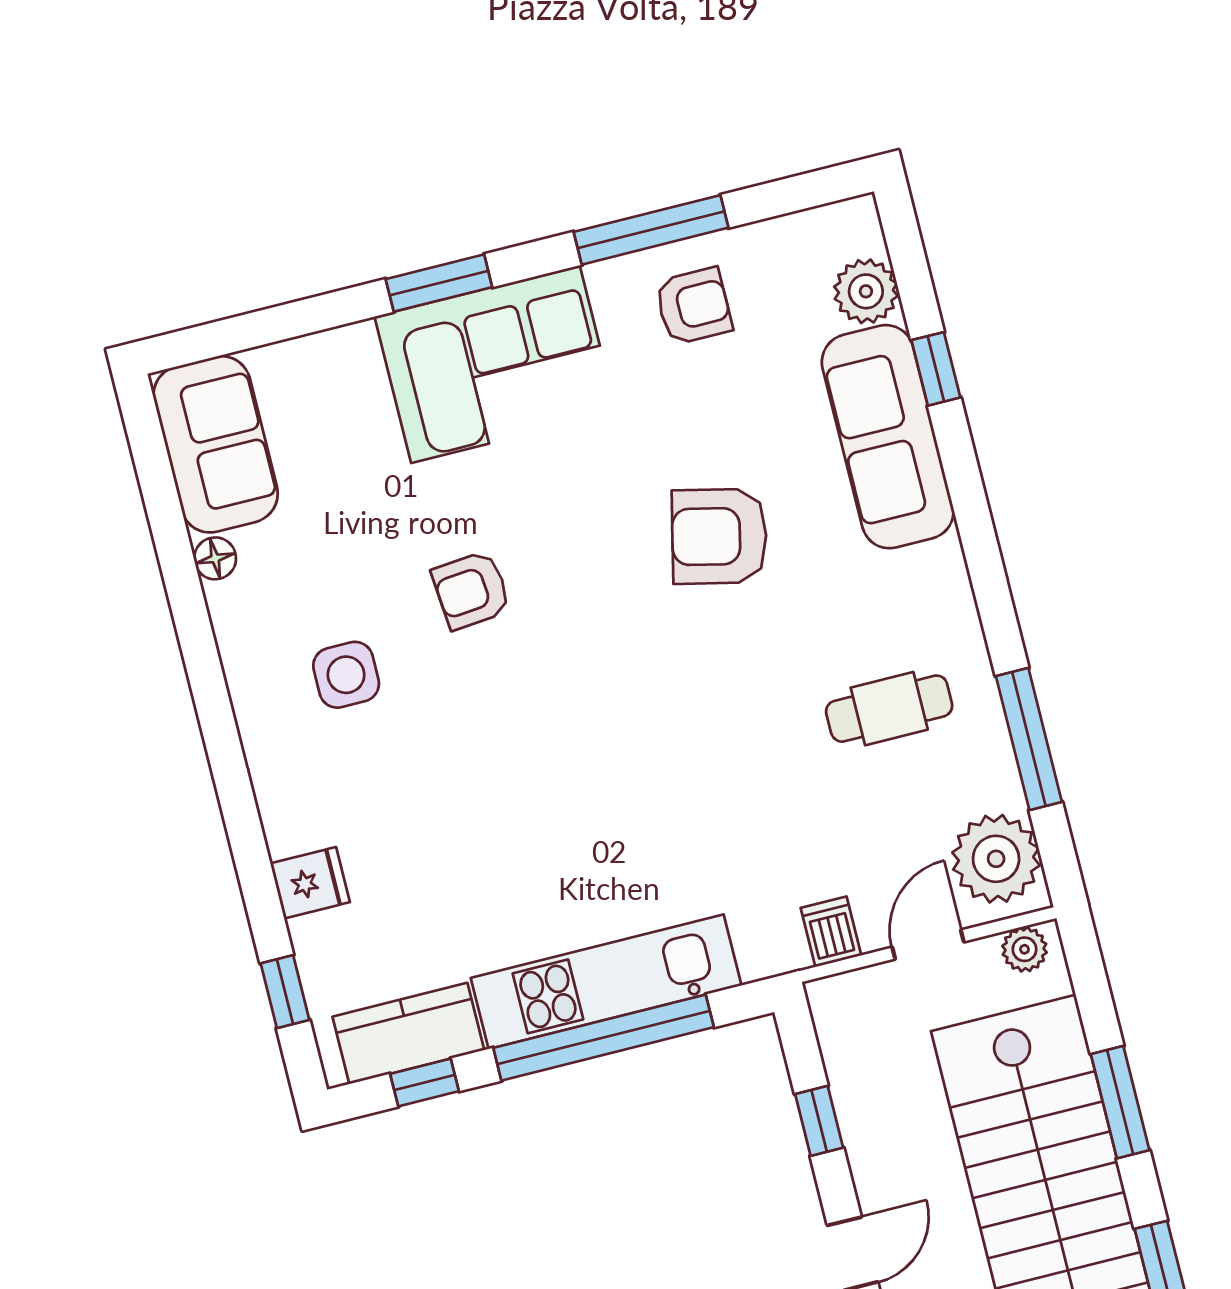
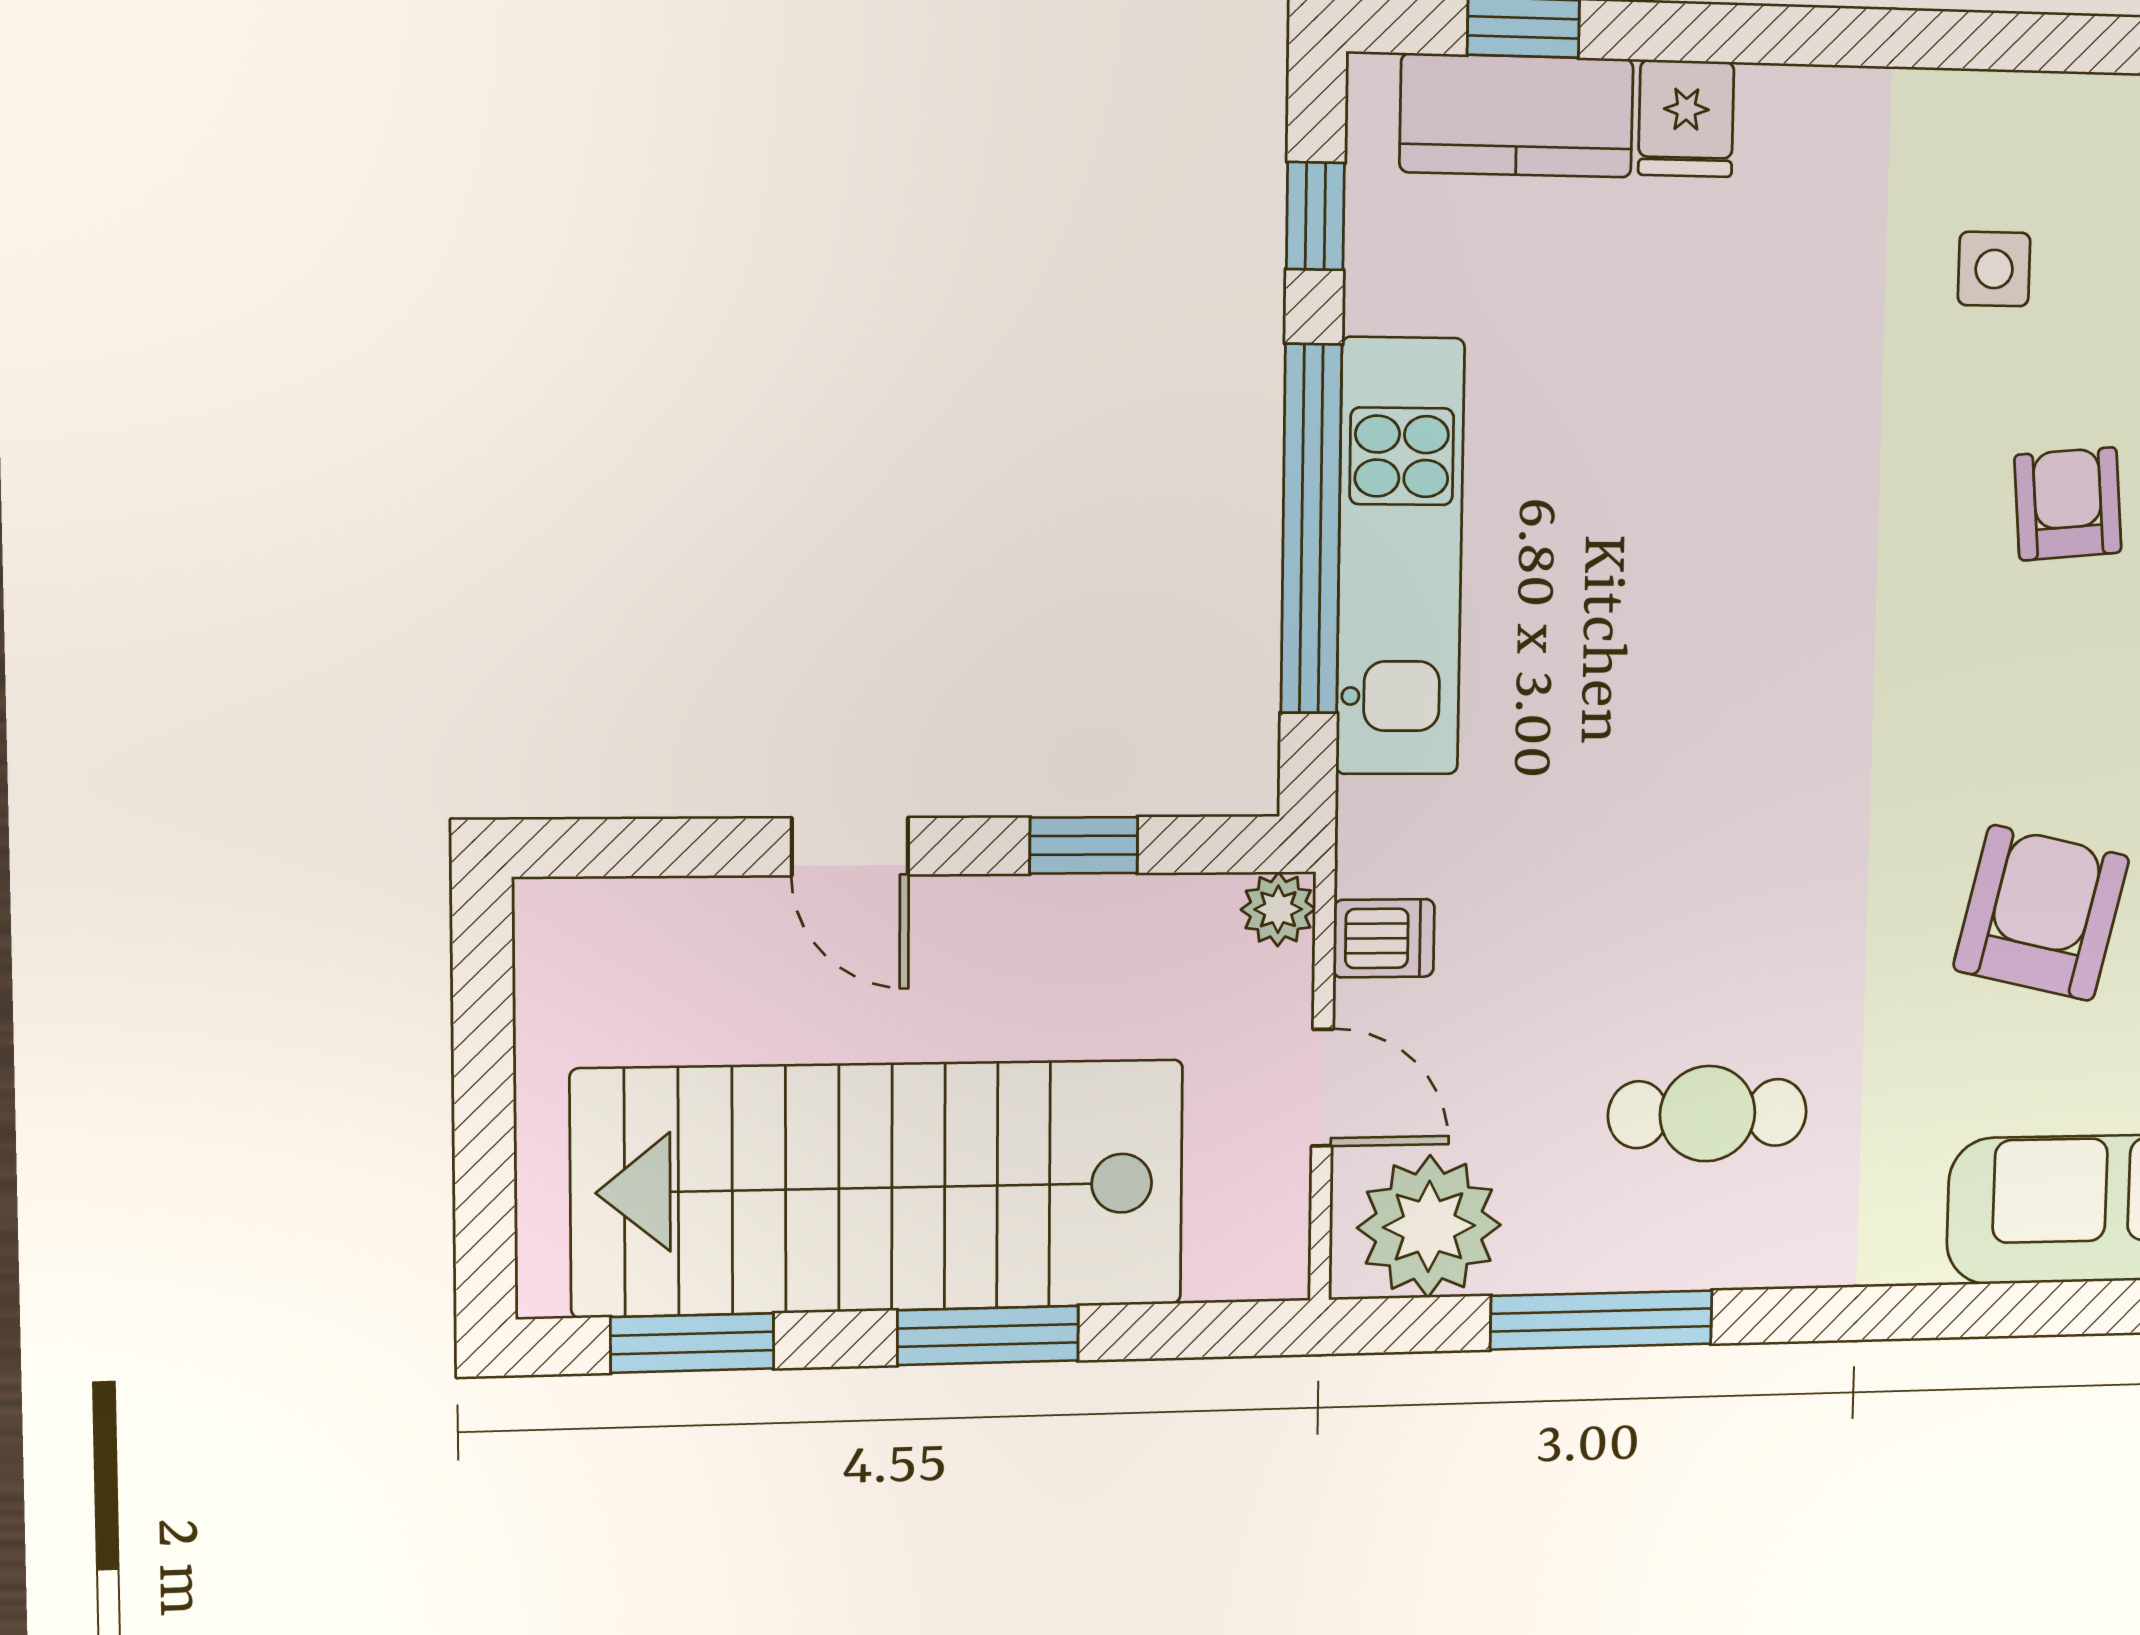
side table: (346, 675) -> (1994, 269), width x0.73, depth x0.73
cafe table: (889, 709) -> (1707, 1114), turned 90
plant: (1024, 949) -> (1278, 909), moved
kitchen counter: (408, 1033) -> (1517, 116), moved, turned 90

